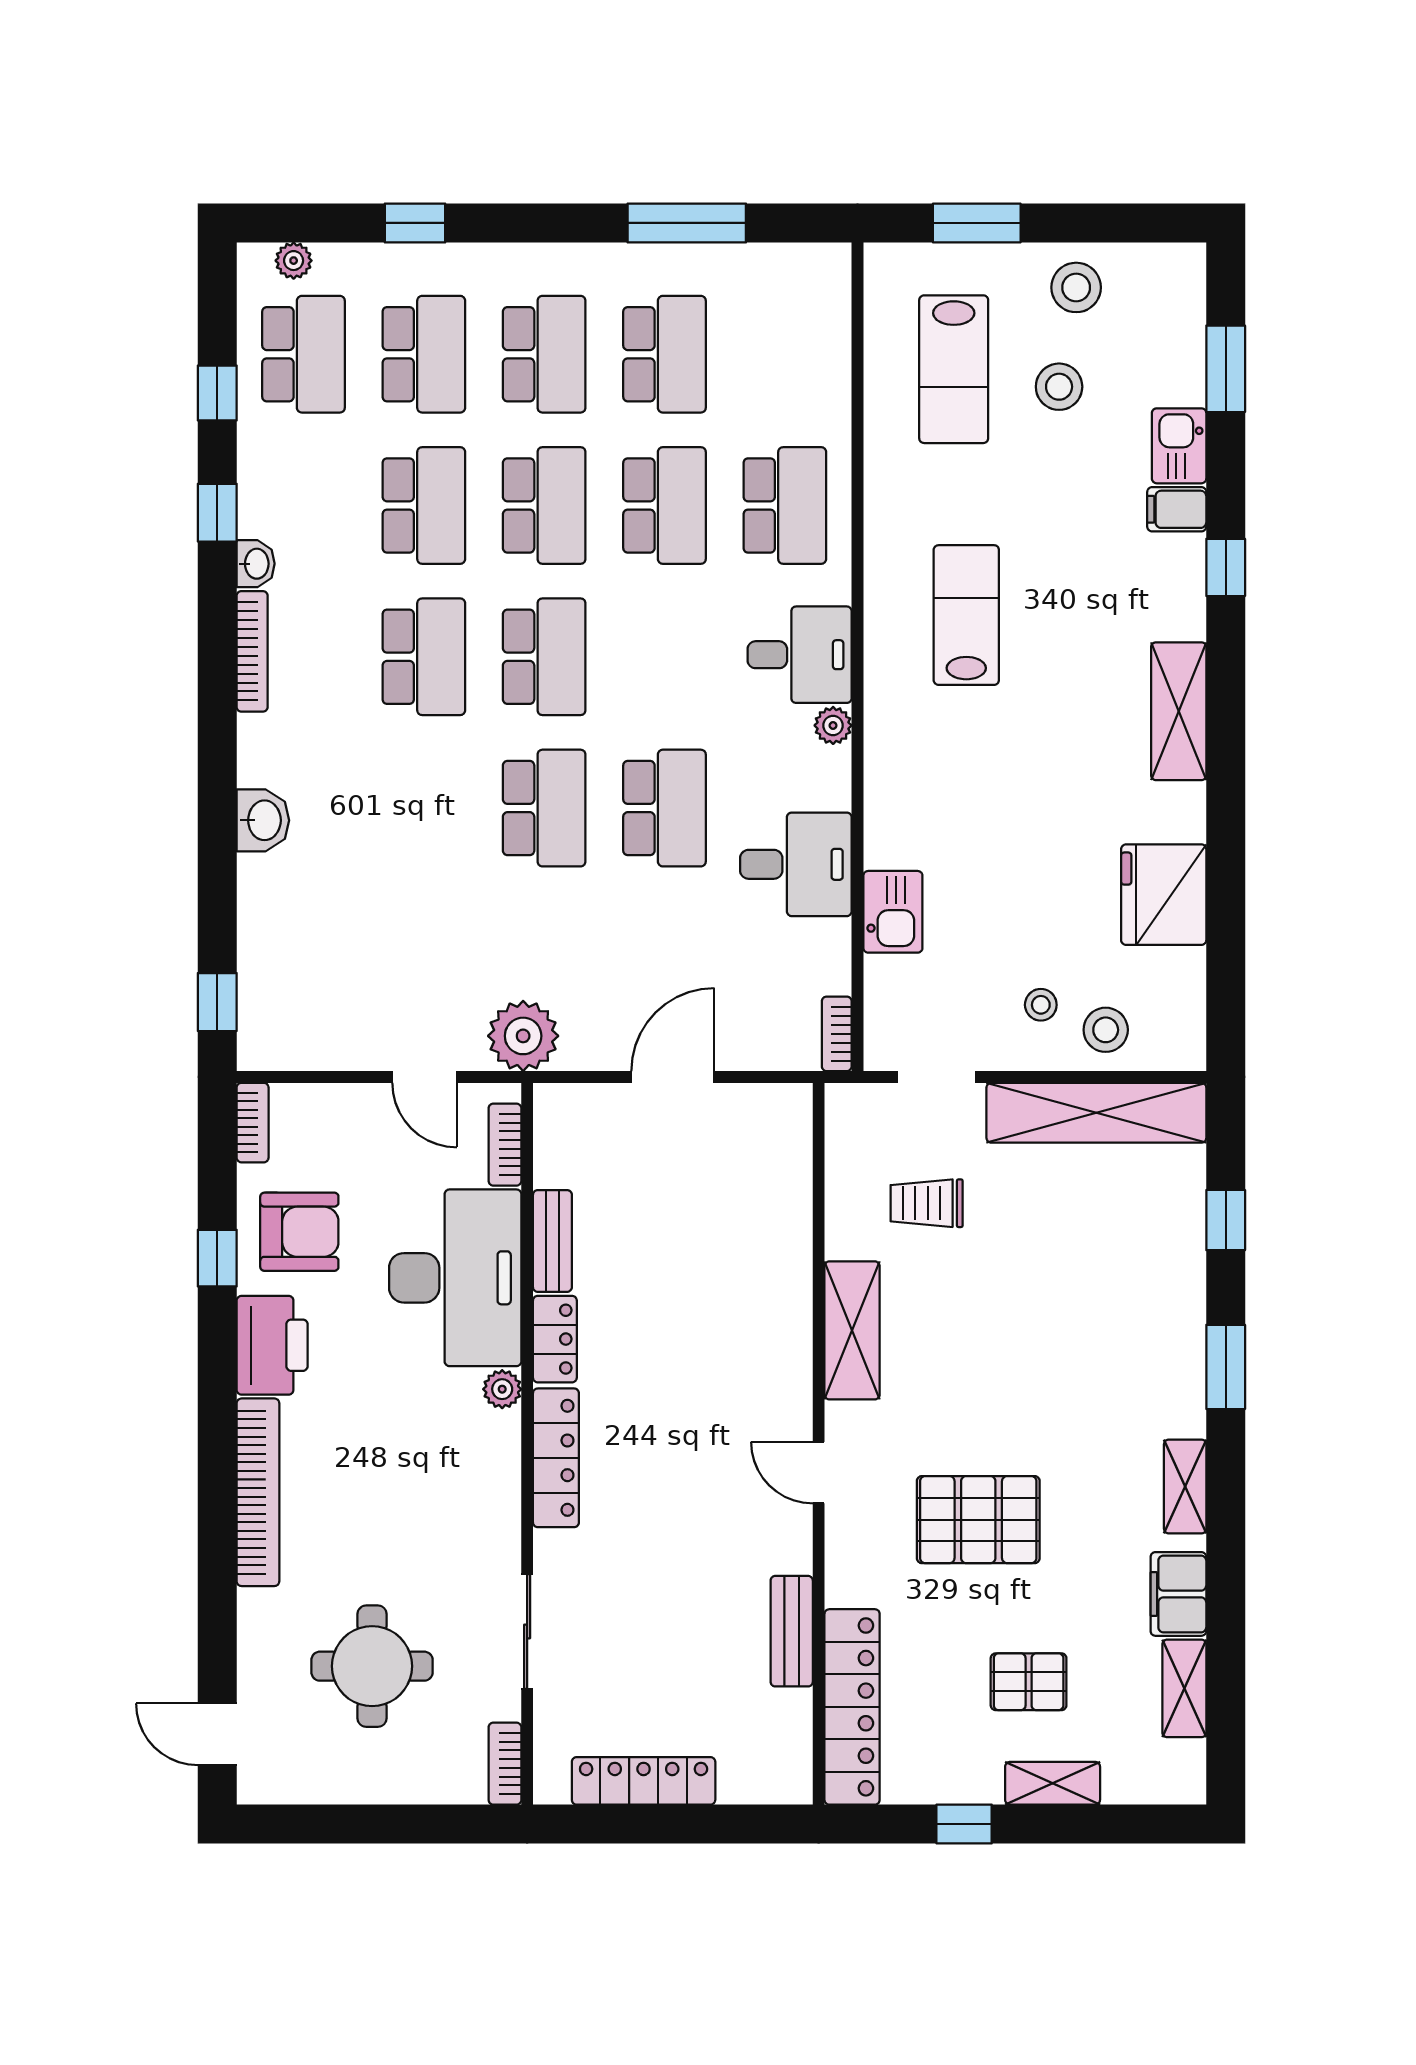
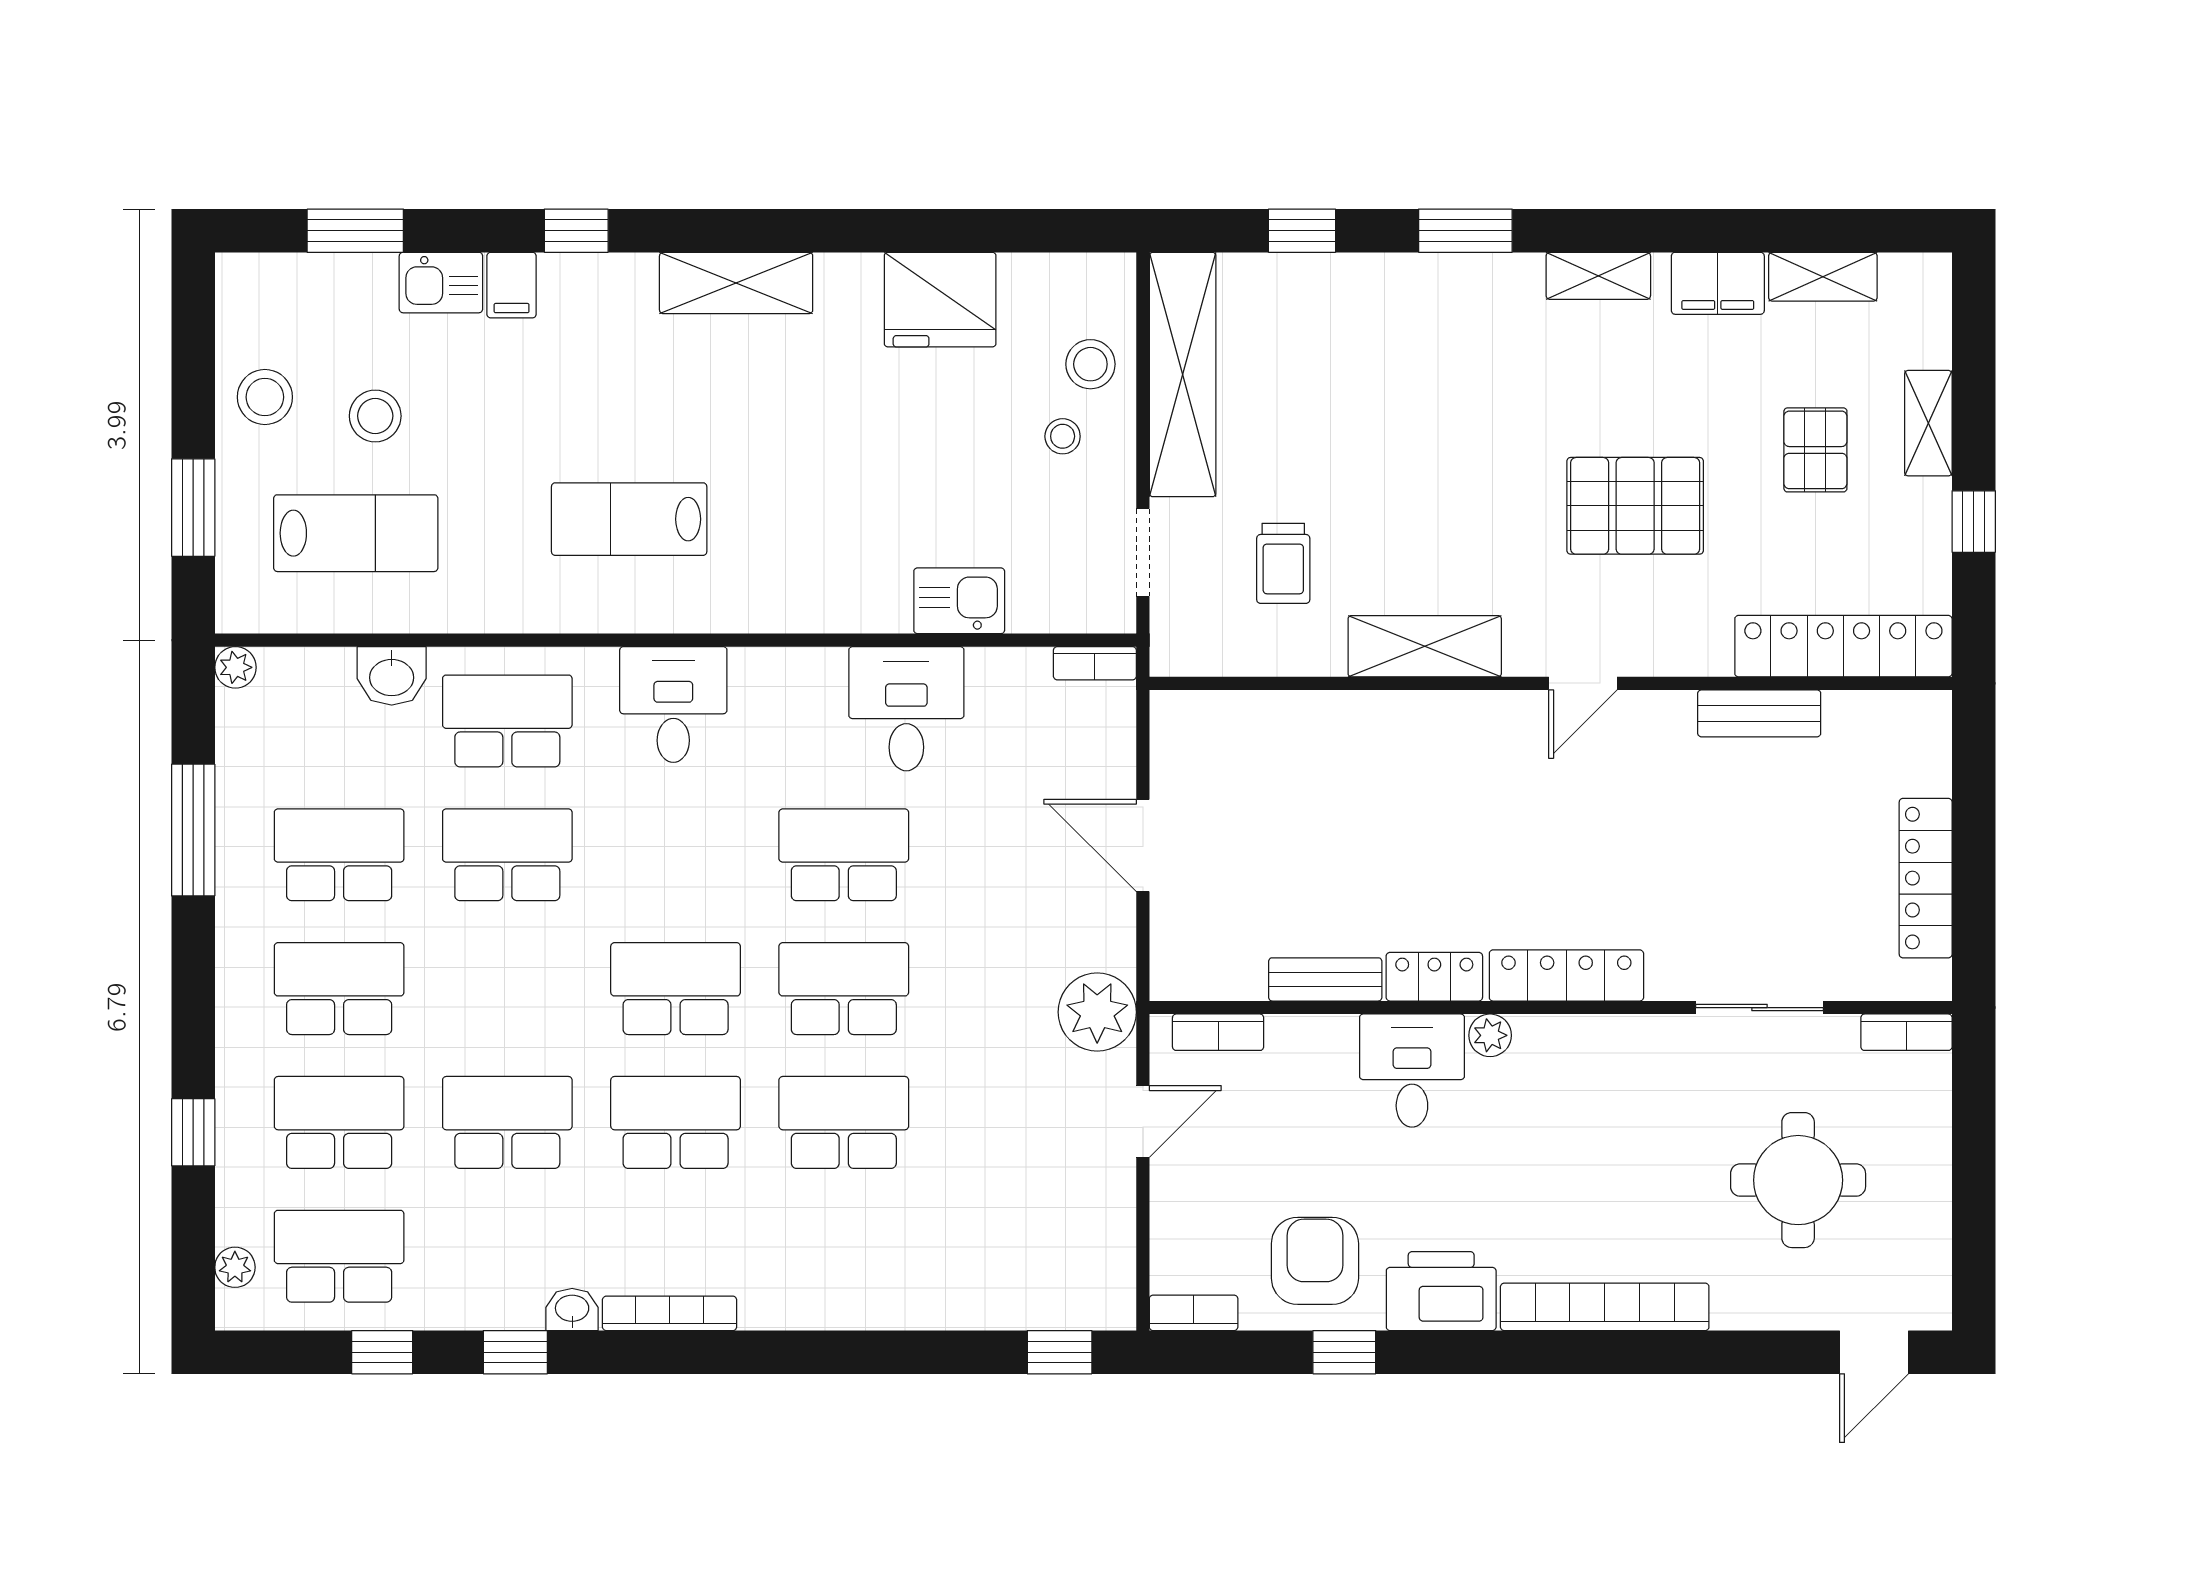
school desk: (544, 505) -> (844, 1122), moved
plant: (833, 725) -> (235, 667), moved
washbasin: (263, 820) -> (392, 676), moved, turned 180
desk: (455, 1278) -> (1412, 1071), width x0.53, depth x0.77
pallet: (978, 1520) -> (1635, 506), turned 90

